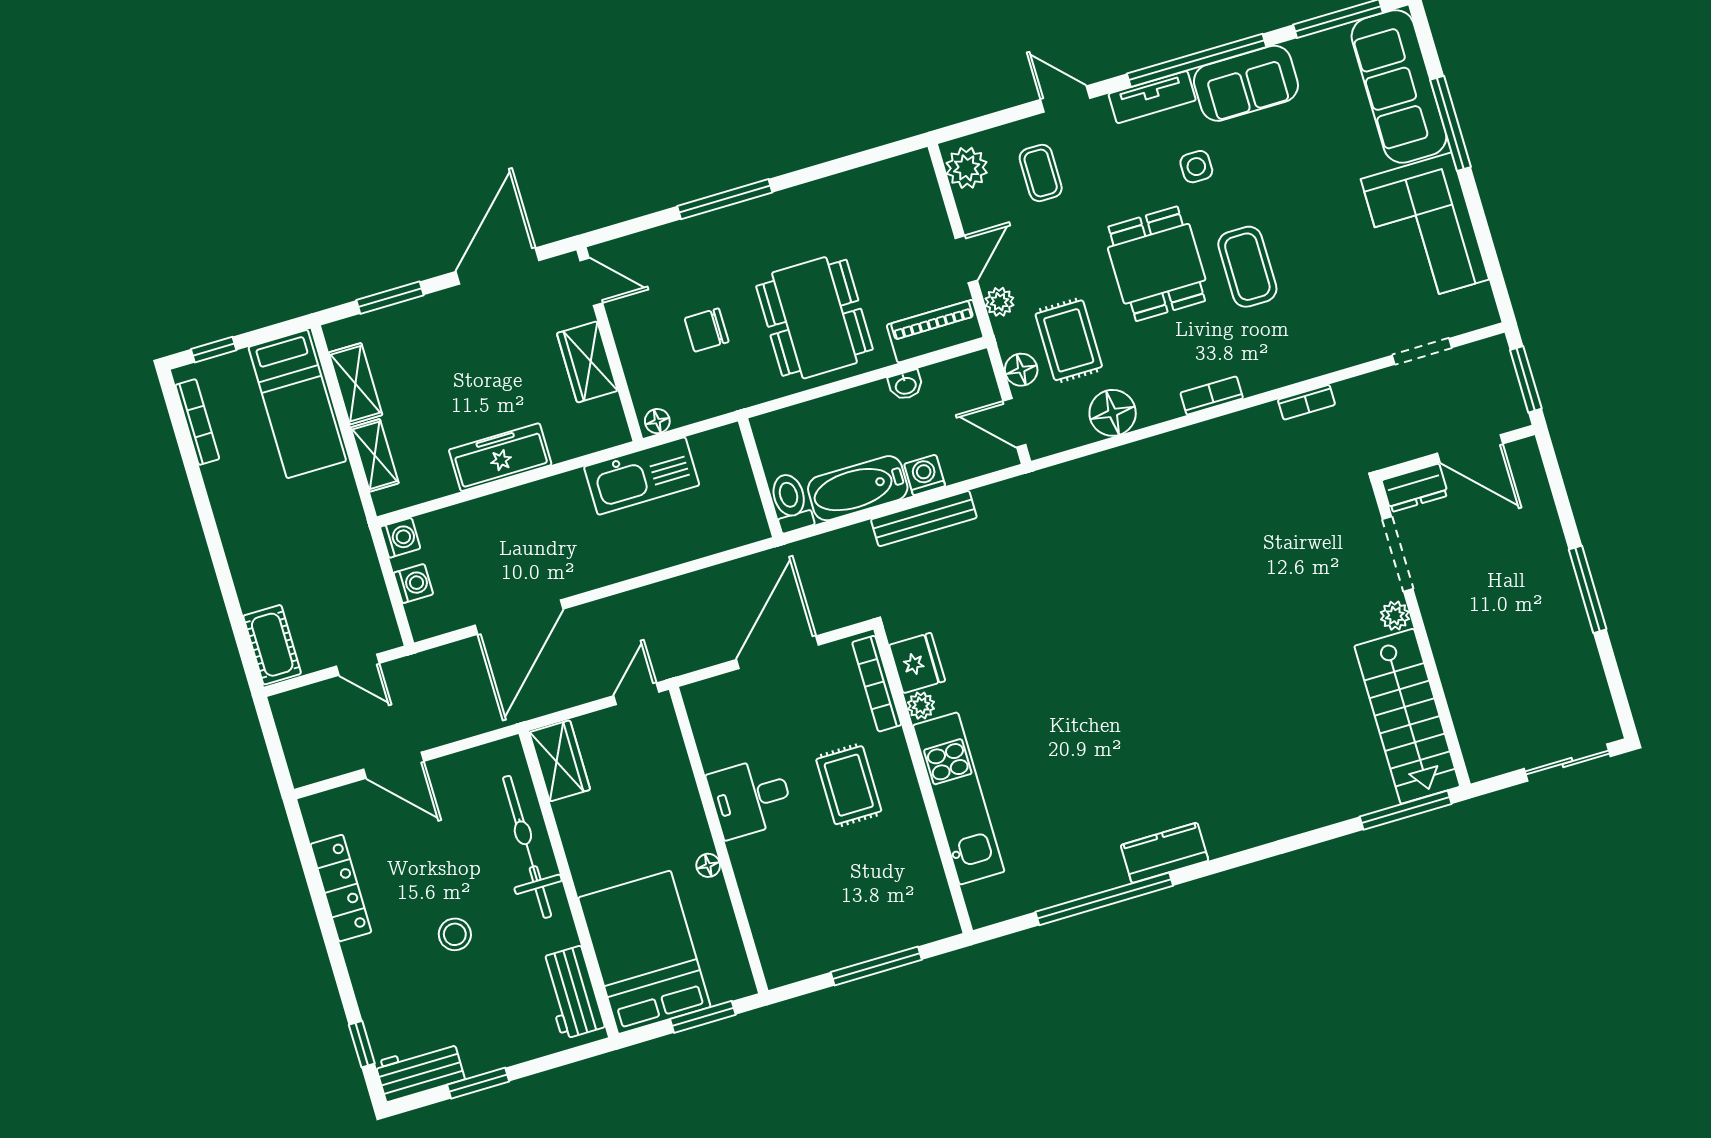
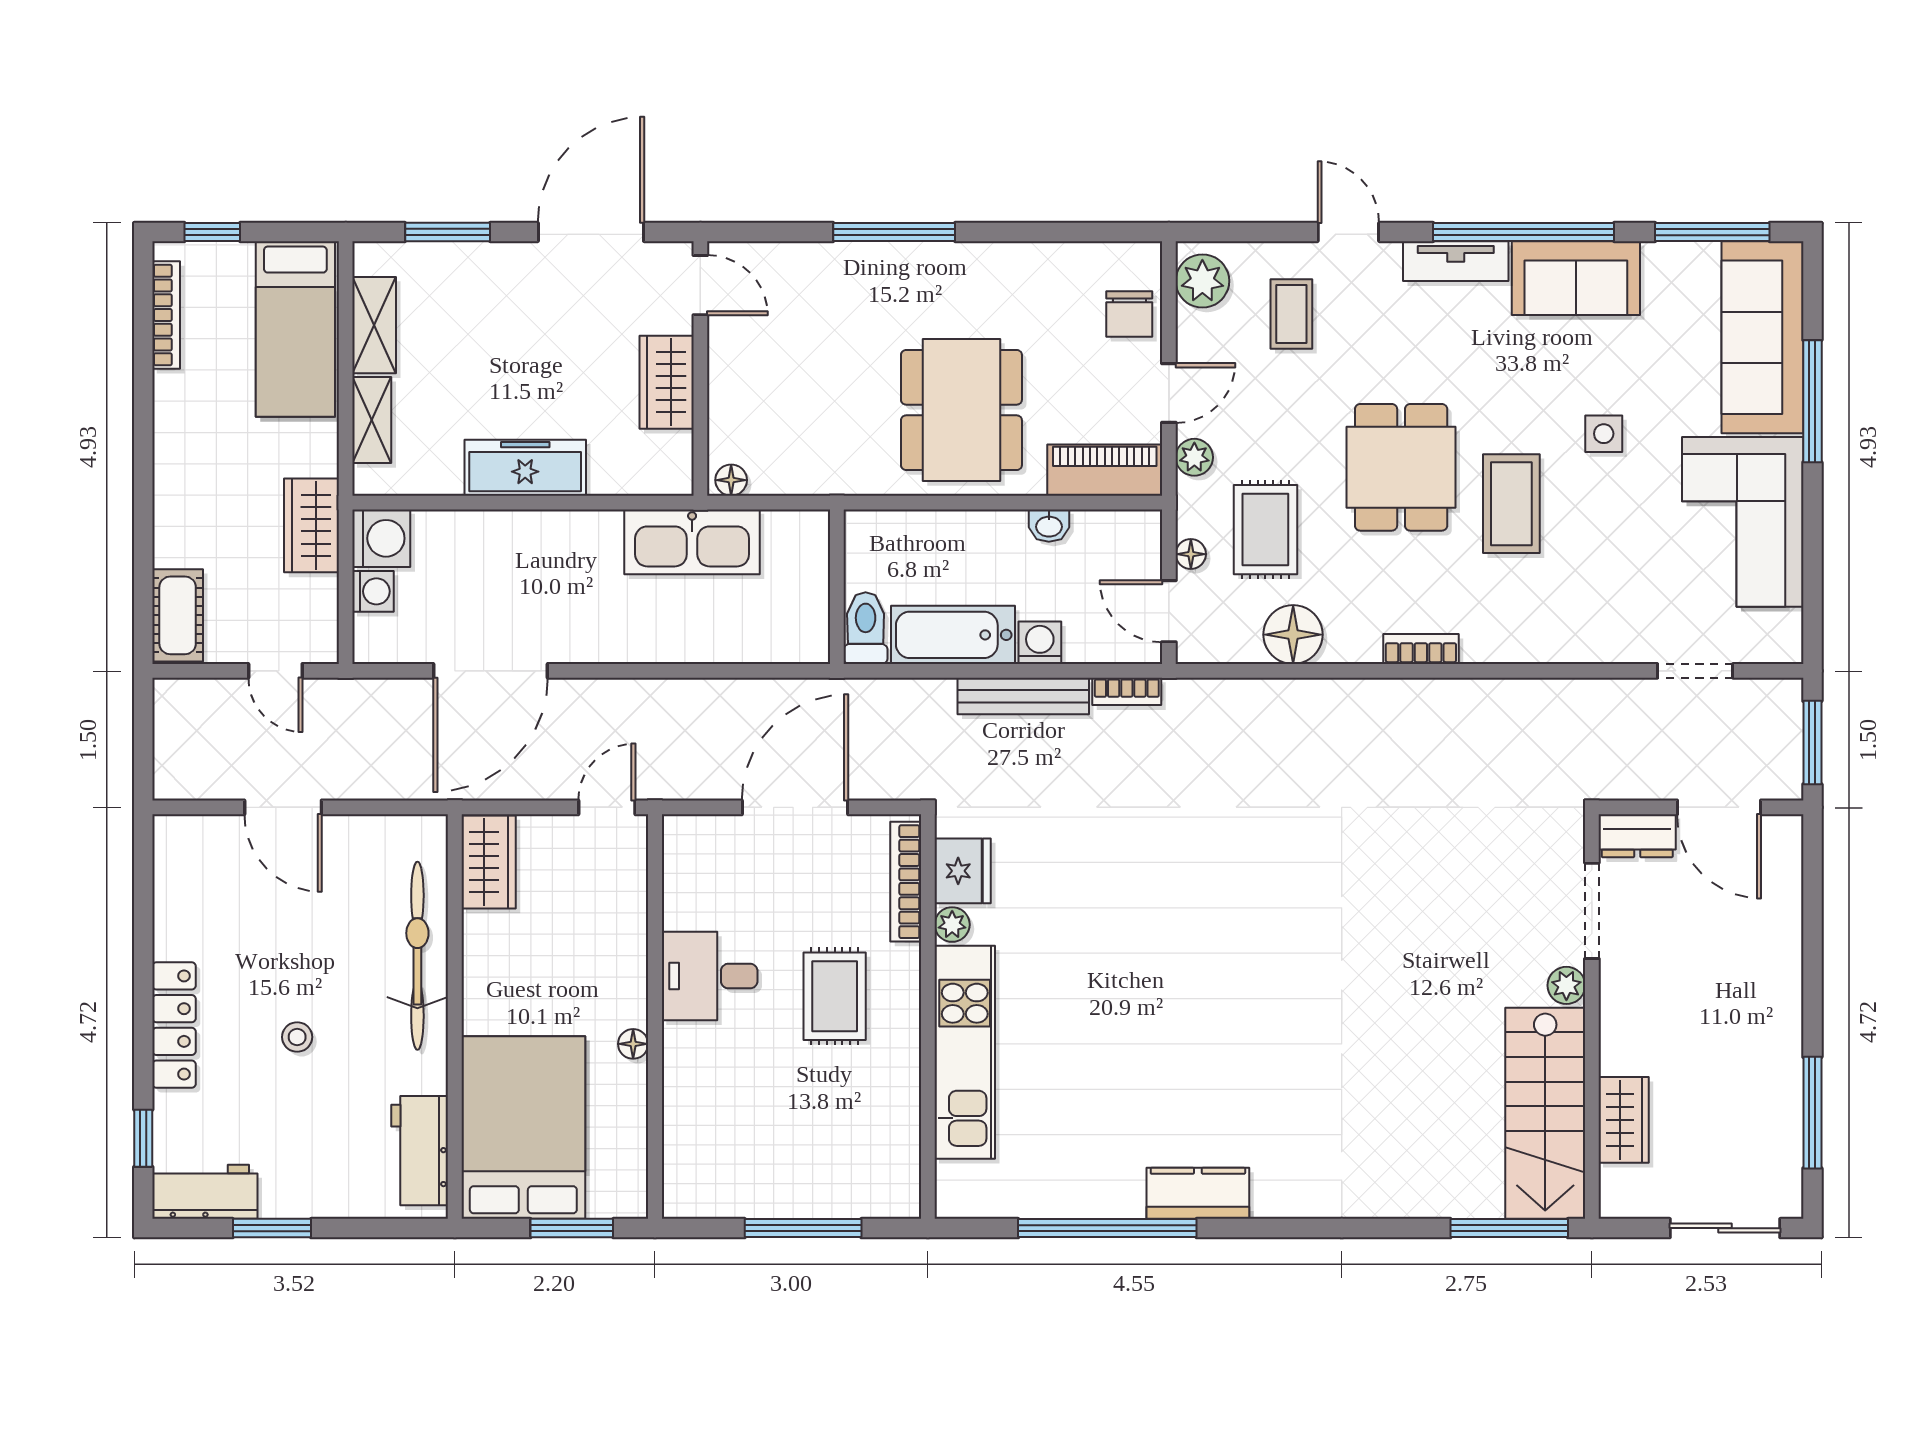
side table: (1196, 167) -> (1604, 434), moved
chair: (707, 330) -> (1129, 314), moved, turned -90
floor lamp: (1021, 370) -> (1191, 554), width x0.73, depth x0.73
bookcase: (1306, 402) -> (1127, 691), moved
washing machine: (400, 538) -> (381, 538), width x1.38, depth x1.38
wardrobe: (353, 548) -> (312, 525), added
window: (1588, 589) -> (1812, 1113), moved
wardrobe: (1467, 704) -> (1624, 1120), added
locker: (341, 888) -> (174, 1025), moved
stool: (455, 934) -> (297, 1037), width x0.73, depth x0.73

